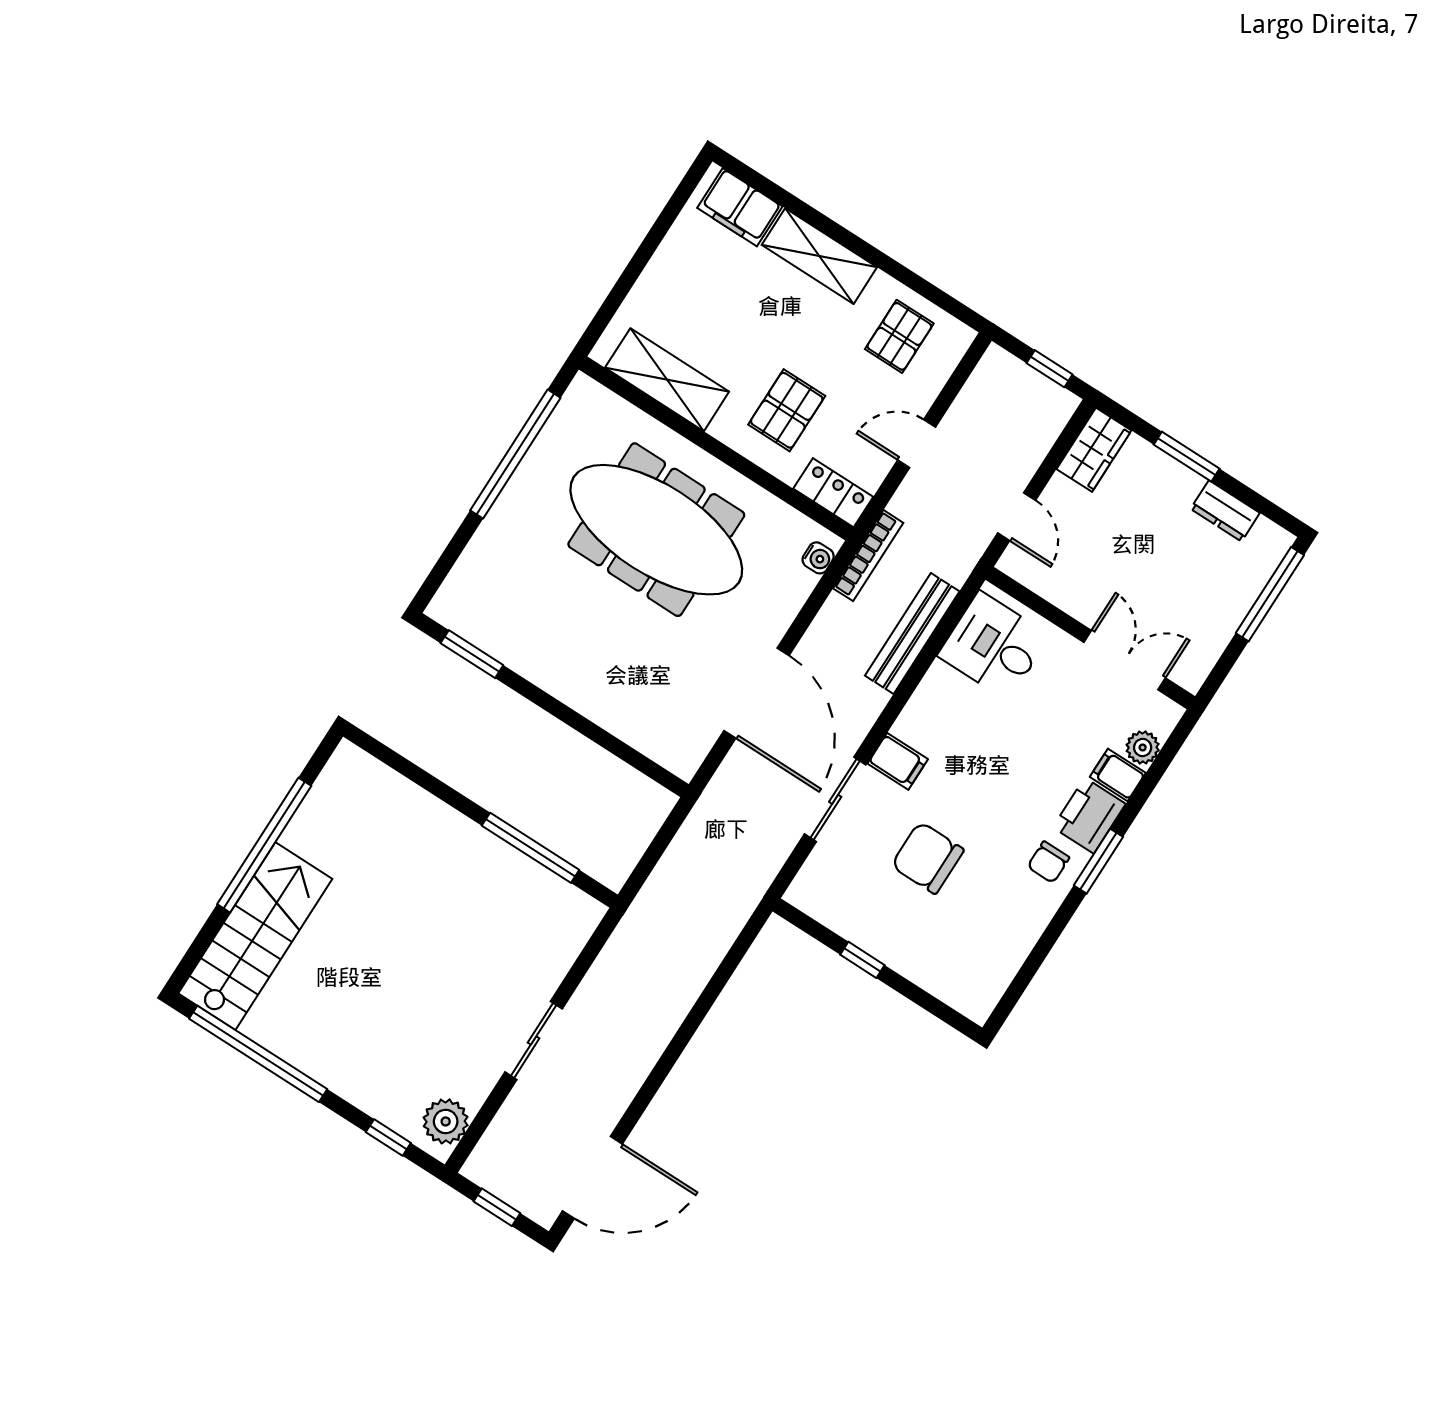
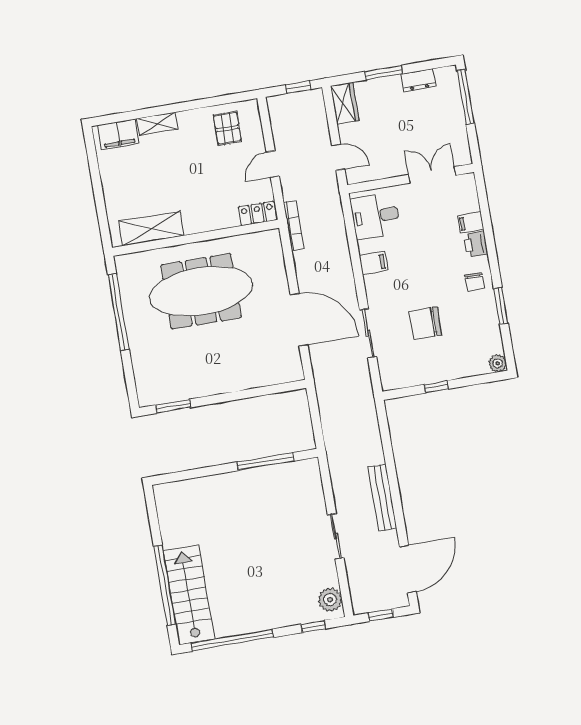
shelving: (819, 256) -> (157, 124), width x0.67, depth x0.75
pallet: (787, 410) -> (210, 198), removed
water cooler: (818, 558) -> (275, 244), removed
bench: (912, 633) -> (382, 497), moved
plant: (1143, 747) -> (498, 363), moved
filing cabinet: (898, 761) -> (373, 263), moved
printer: (1089, 816) -> (476, 244), width x0.73, depth x0.81
window: (264, 845) -> (165, 585), moved
window: (1098, 861) -> (501, 306), moved

